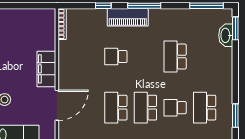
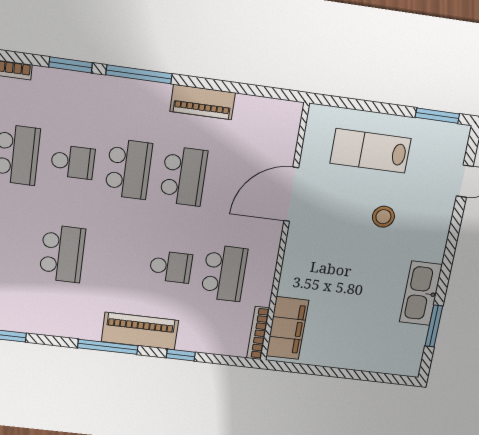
school desk: (86, 57) -> (224, 273), added
filing cabinet: (46, 69) -> (287, 328), moved

